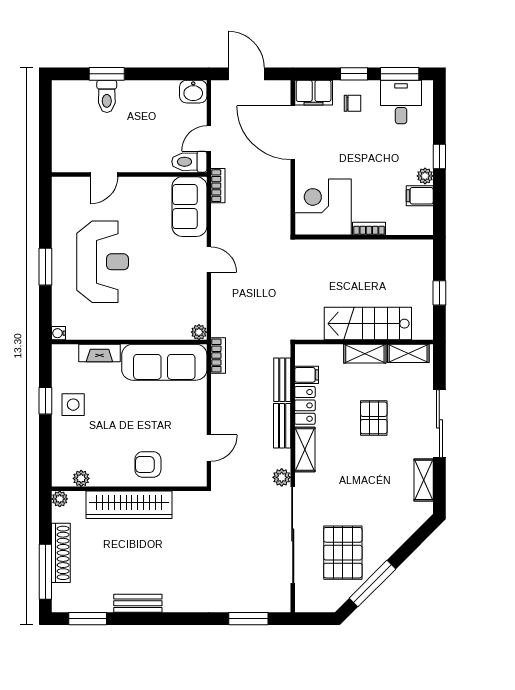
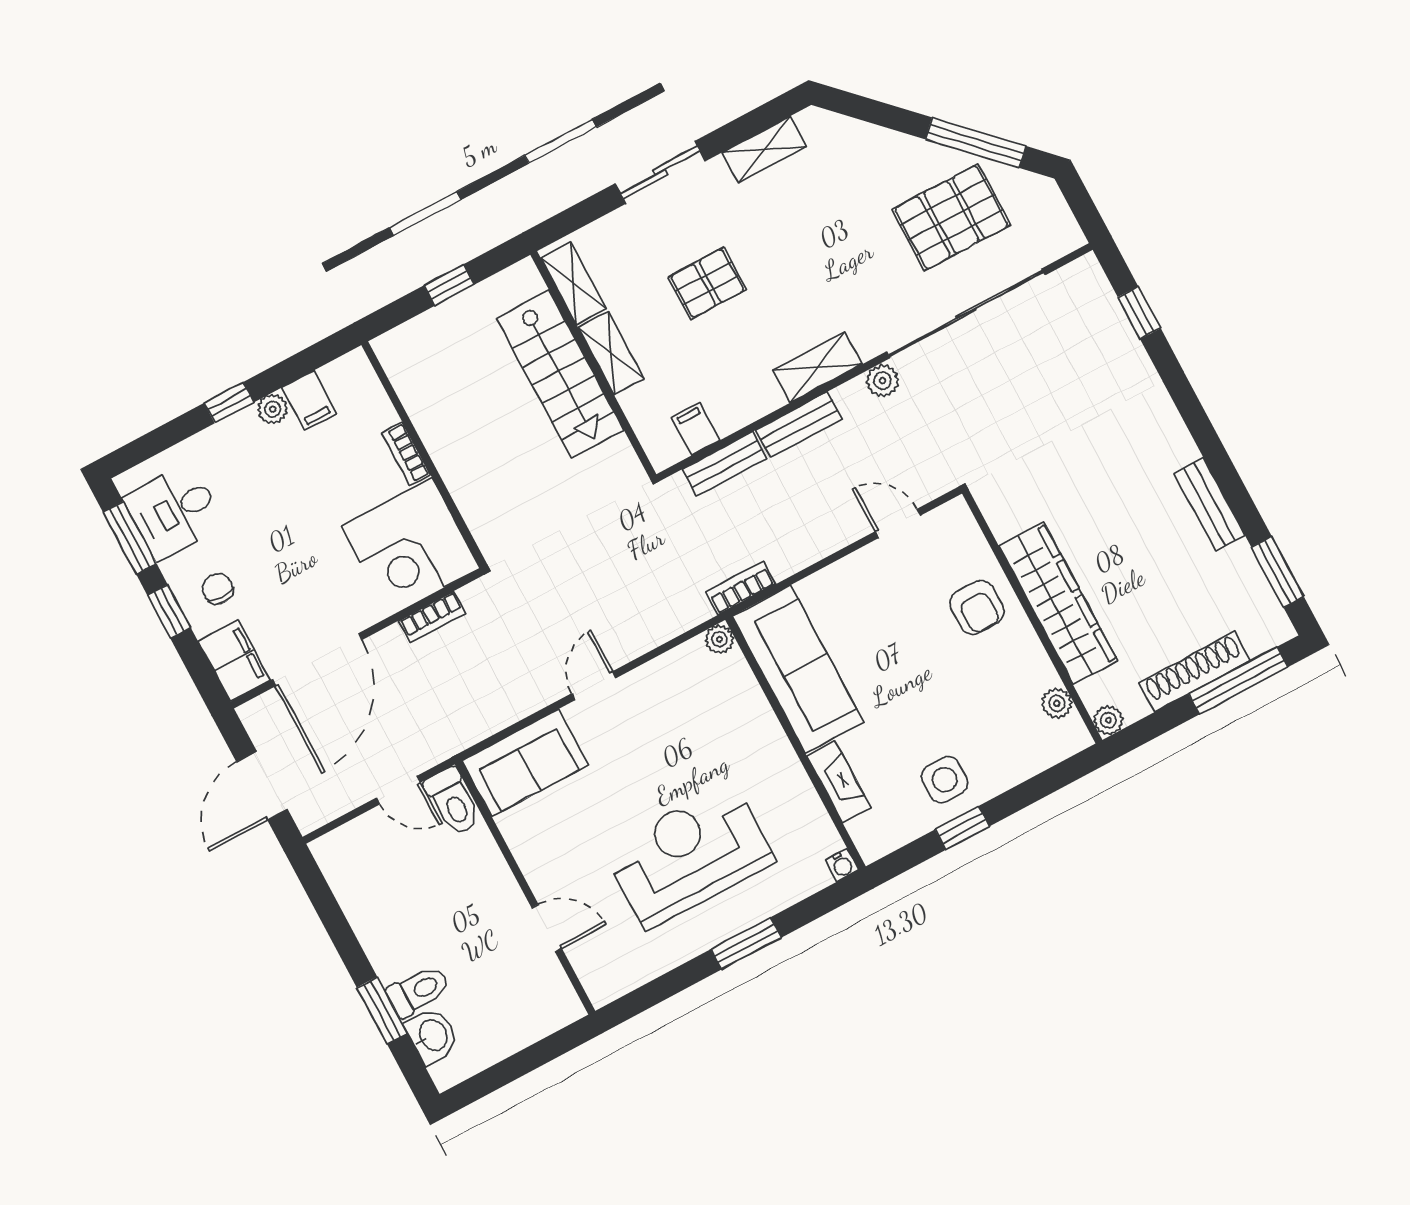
washbasin: (193, 92) -> (432, 1036), moved
bookcase: (218, 186) -> (432, 617), moved, turned 180
locker: (305, 405) -> (746, 405), removed
sliding door: (439, 424) -> (660, 172), width x0.73
window: (248, 619) -> (1139, 313), width x0.67

